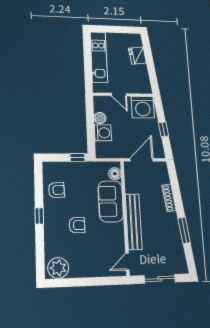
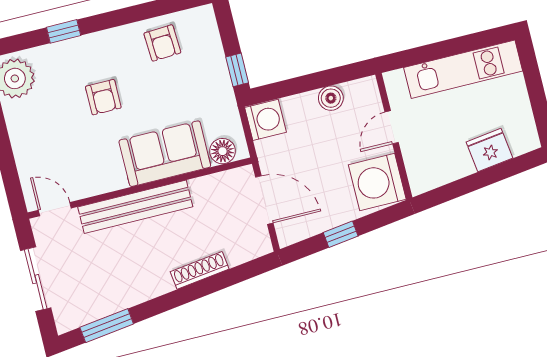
washing machine: (103, 133) -> (266, 120), moved, turned -90
window: (39, 216) -> (64, 31), moved
window: (184, 230) -> (107, 326), moved

